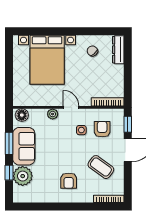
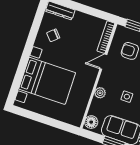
door: (71, 107) -> (103, 62), moved
side table: (81, 130) -> (127, 97), moved

